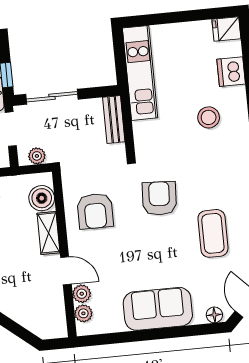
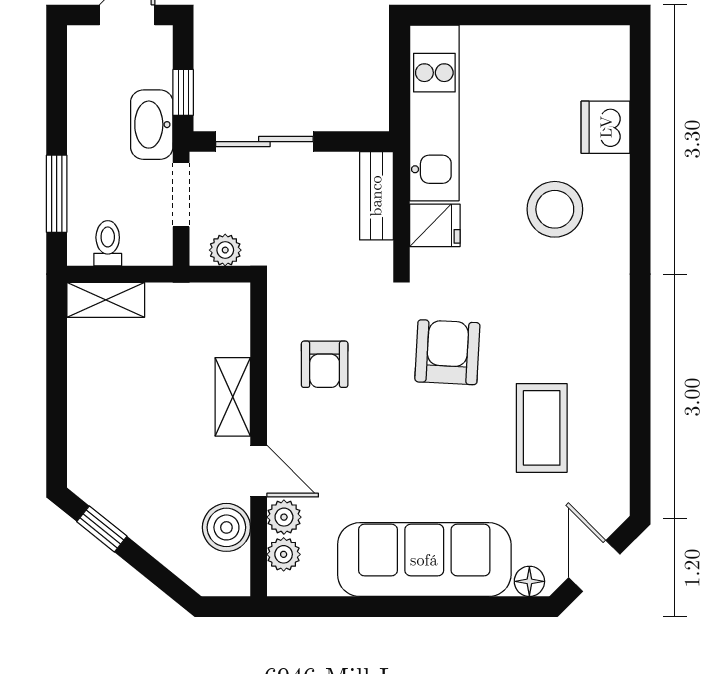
fridge: (226, 29) -> (435, 225), moved, turned 180
stool: (209, 117) -> (555, 209), width x1.38, depth x1.38
boiler: (42, 198) -> (226, 527), moved
armchair: (95, 211) -> (325, 364), width x0.72, depth x0.72
sofa: (158, 309) -> (424, 560), width x1.36

